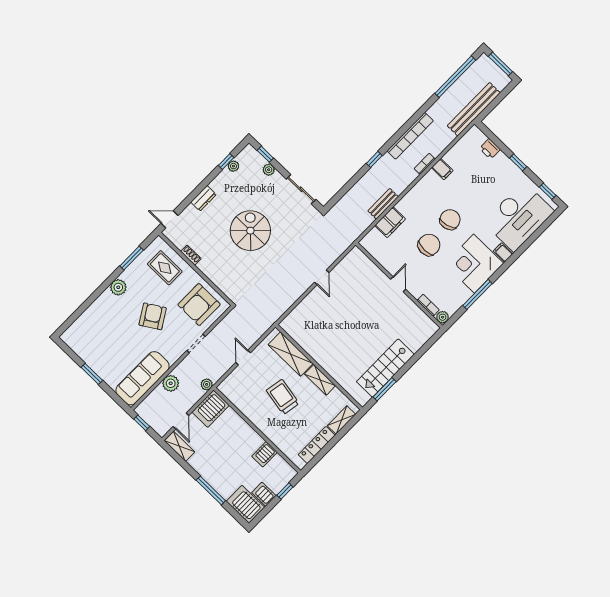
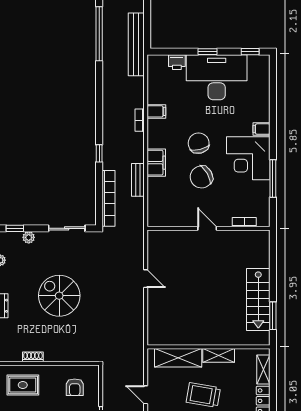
bookcase: (410, 136) -> (109, 198), moved
desk: (519, 217) -> (217, 77), moved, turned -90
filing cabinet: (390, 222) -> (156, 163), moved
chair: (429, 245) -> (201, 177), turned -120
armchair: (199, 305) -> (75, 387), width x0.53, depth x0.53
plant: (443, 317) -> (264, 221), removed

